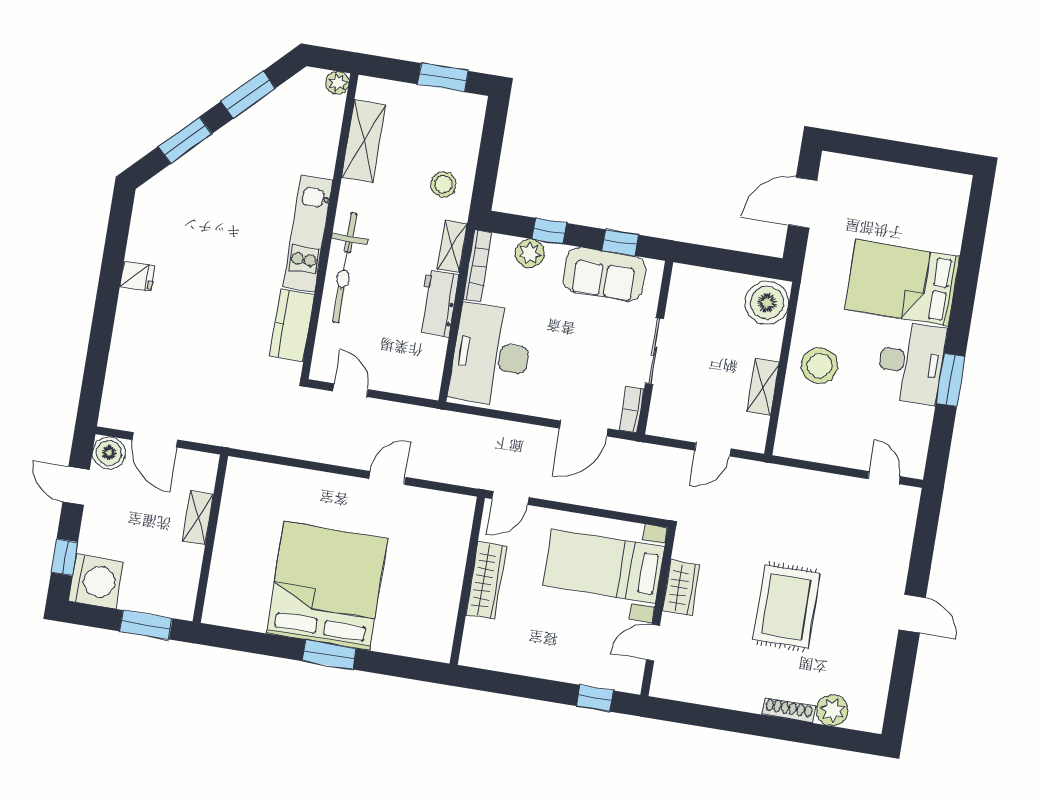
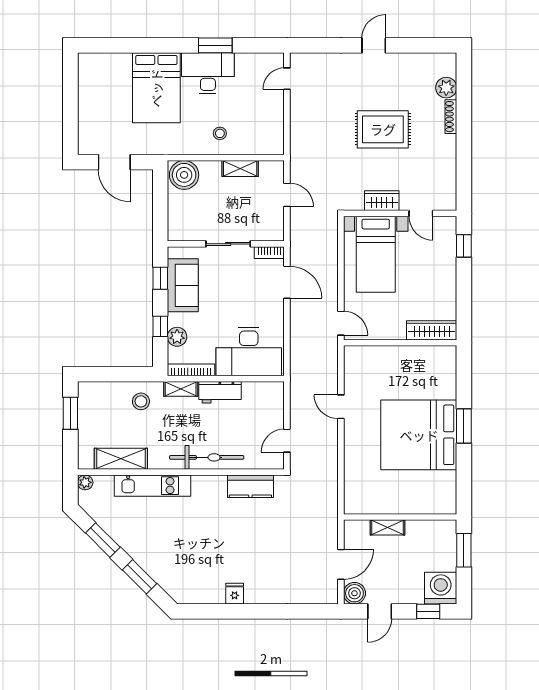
kitchen unit: (308, 234) -> (153, 486), moved
stool: (820, 366) -> (220, 133), width x0.53, depth x0.53
wardrobe: (486, 580) -> (432, 330), moved

